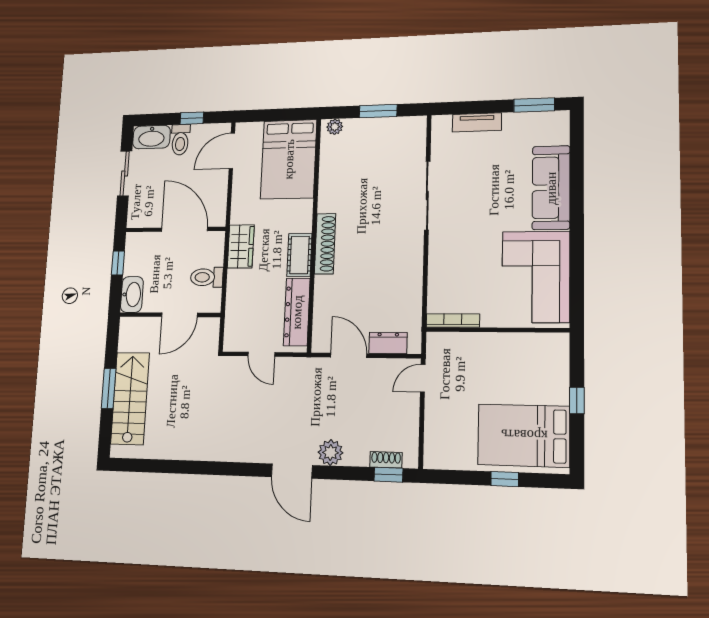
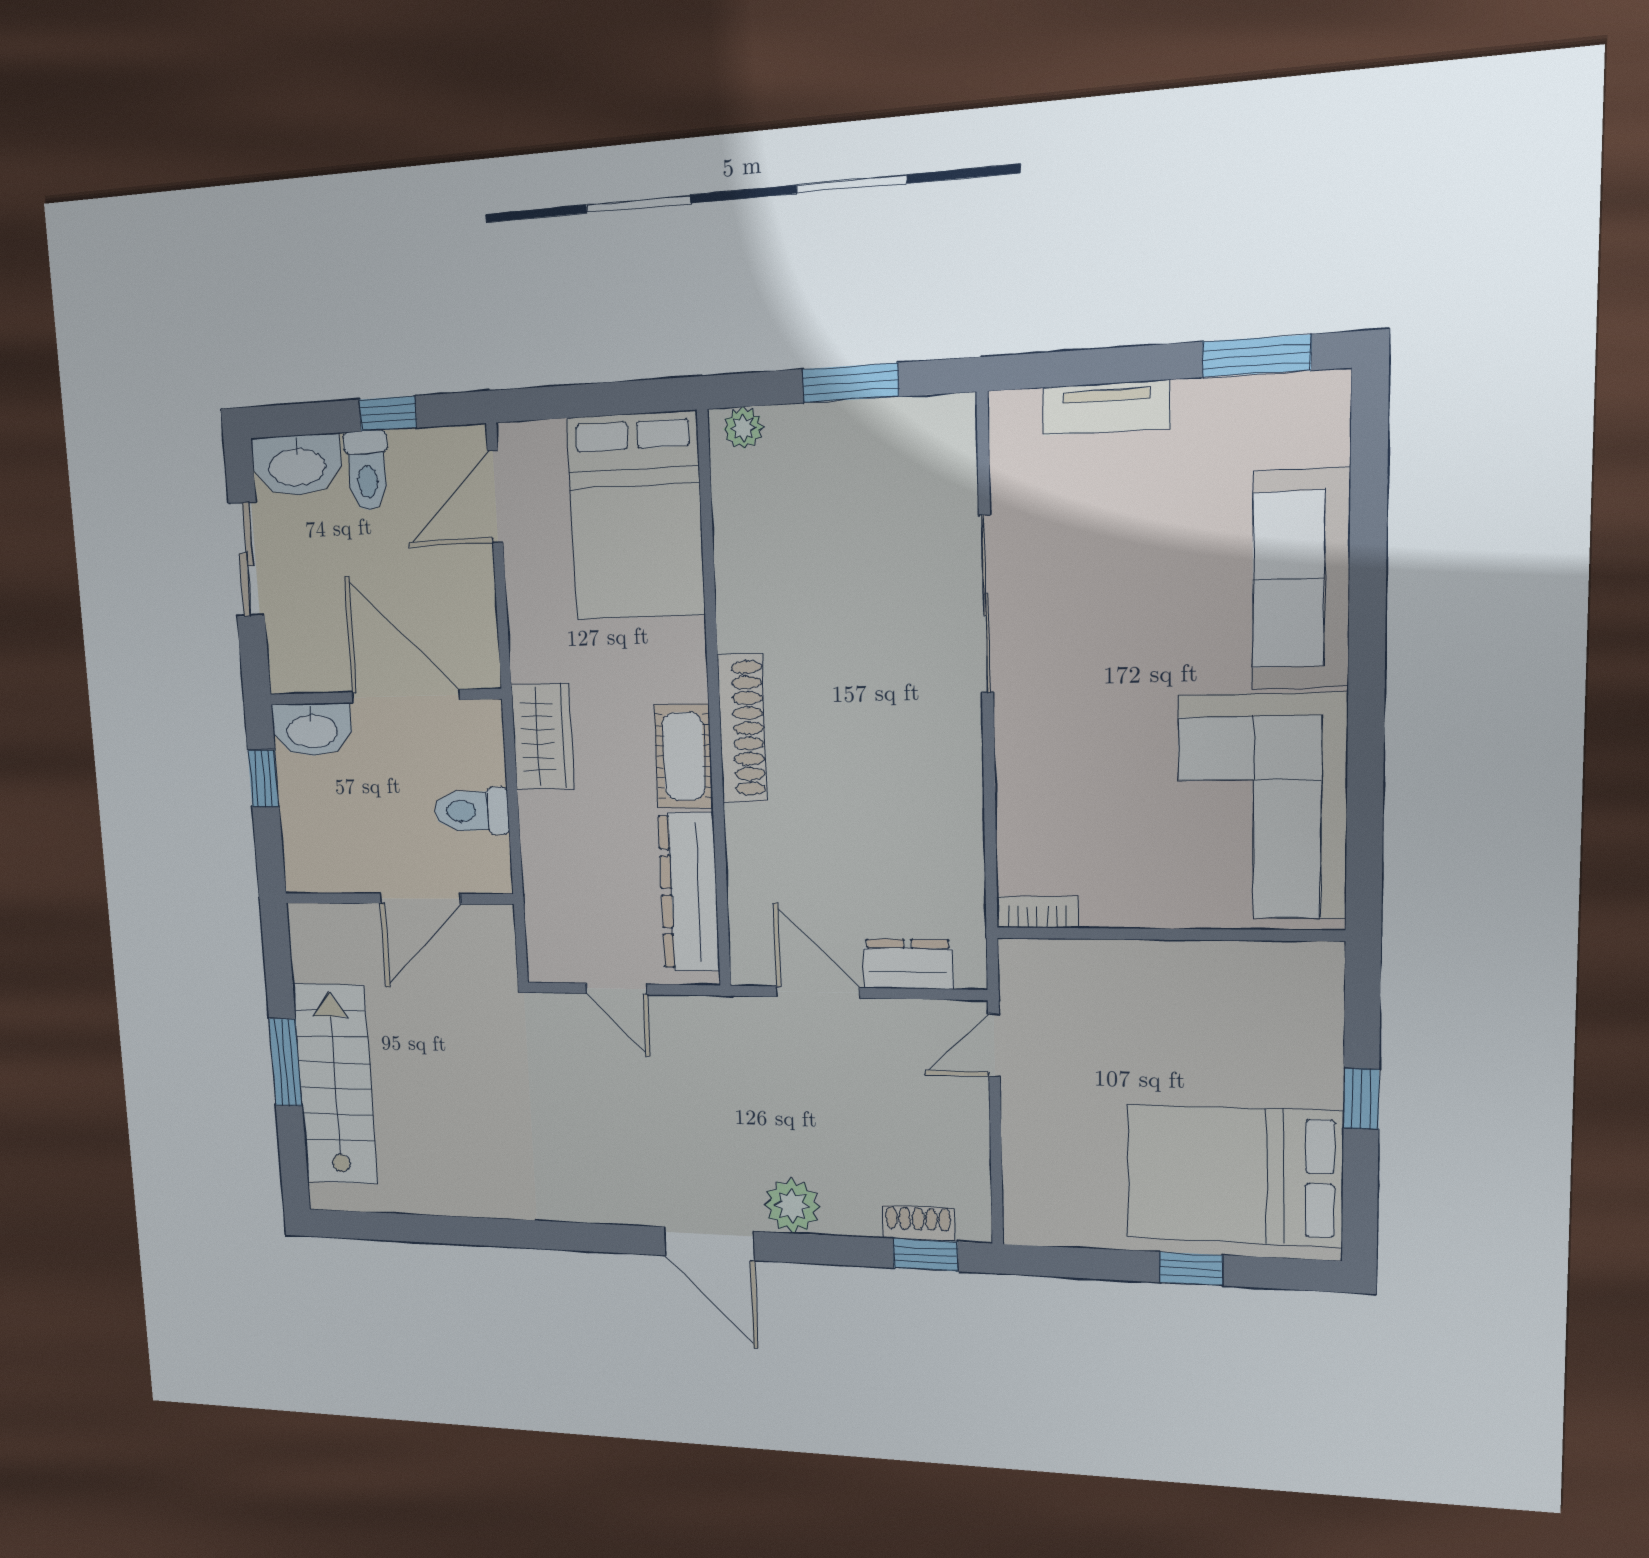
washbasin: (132, 294) -> (312, 730), moved, turned 90
bookcase: (453, 320) -> (1037, 912), width x0.64

